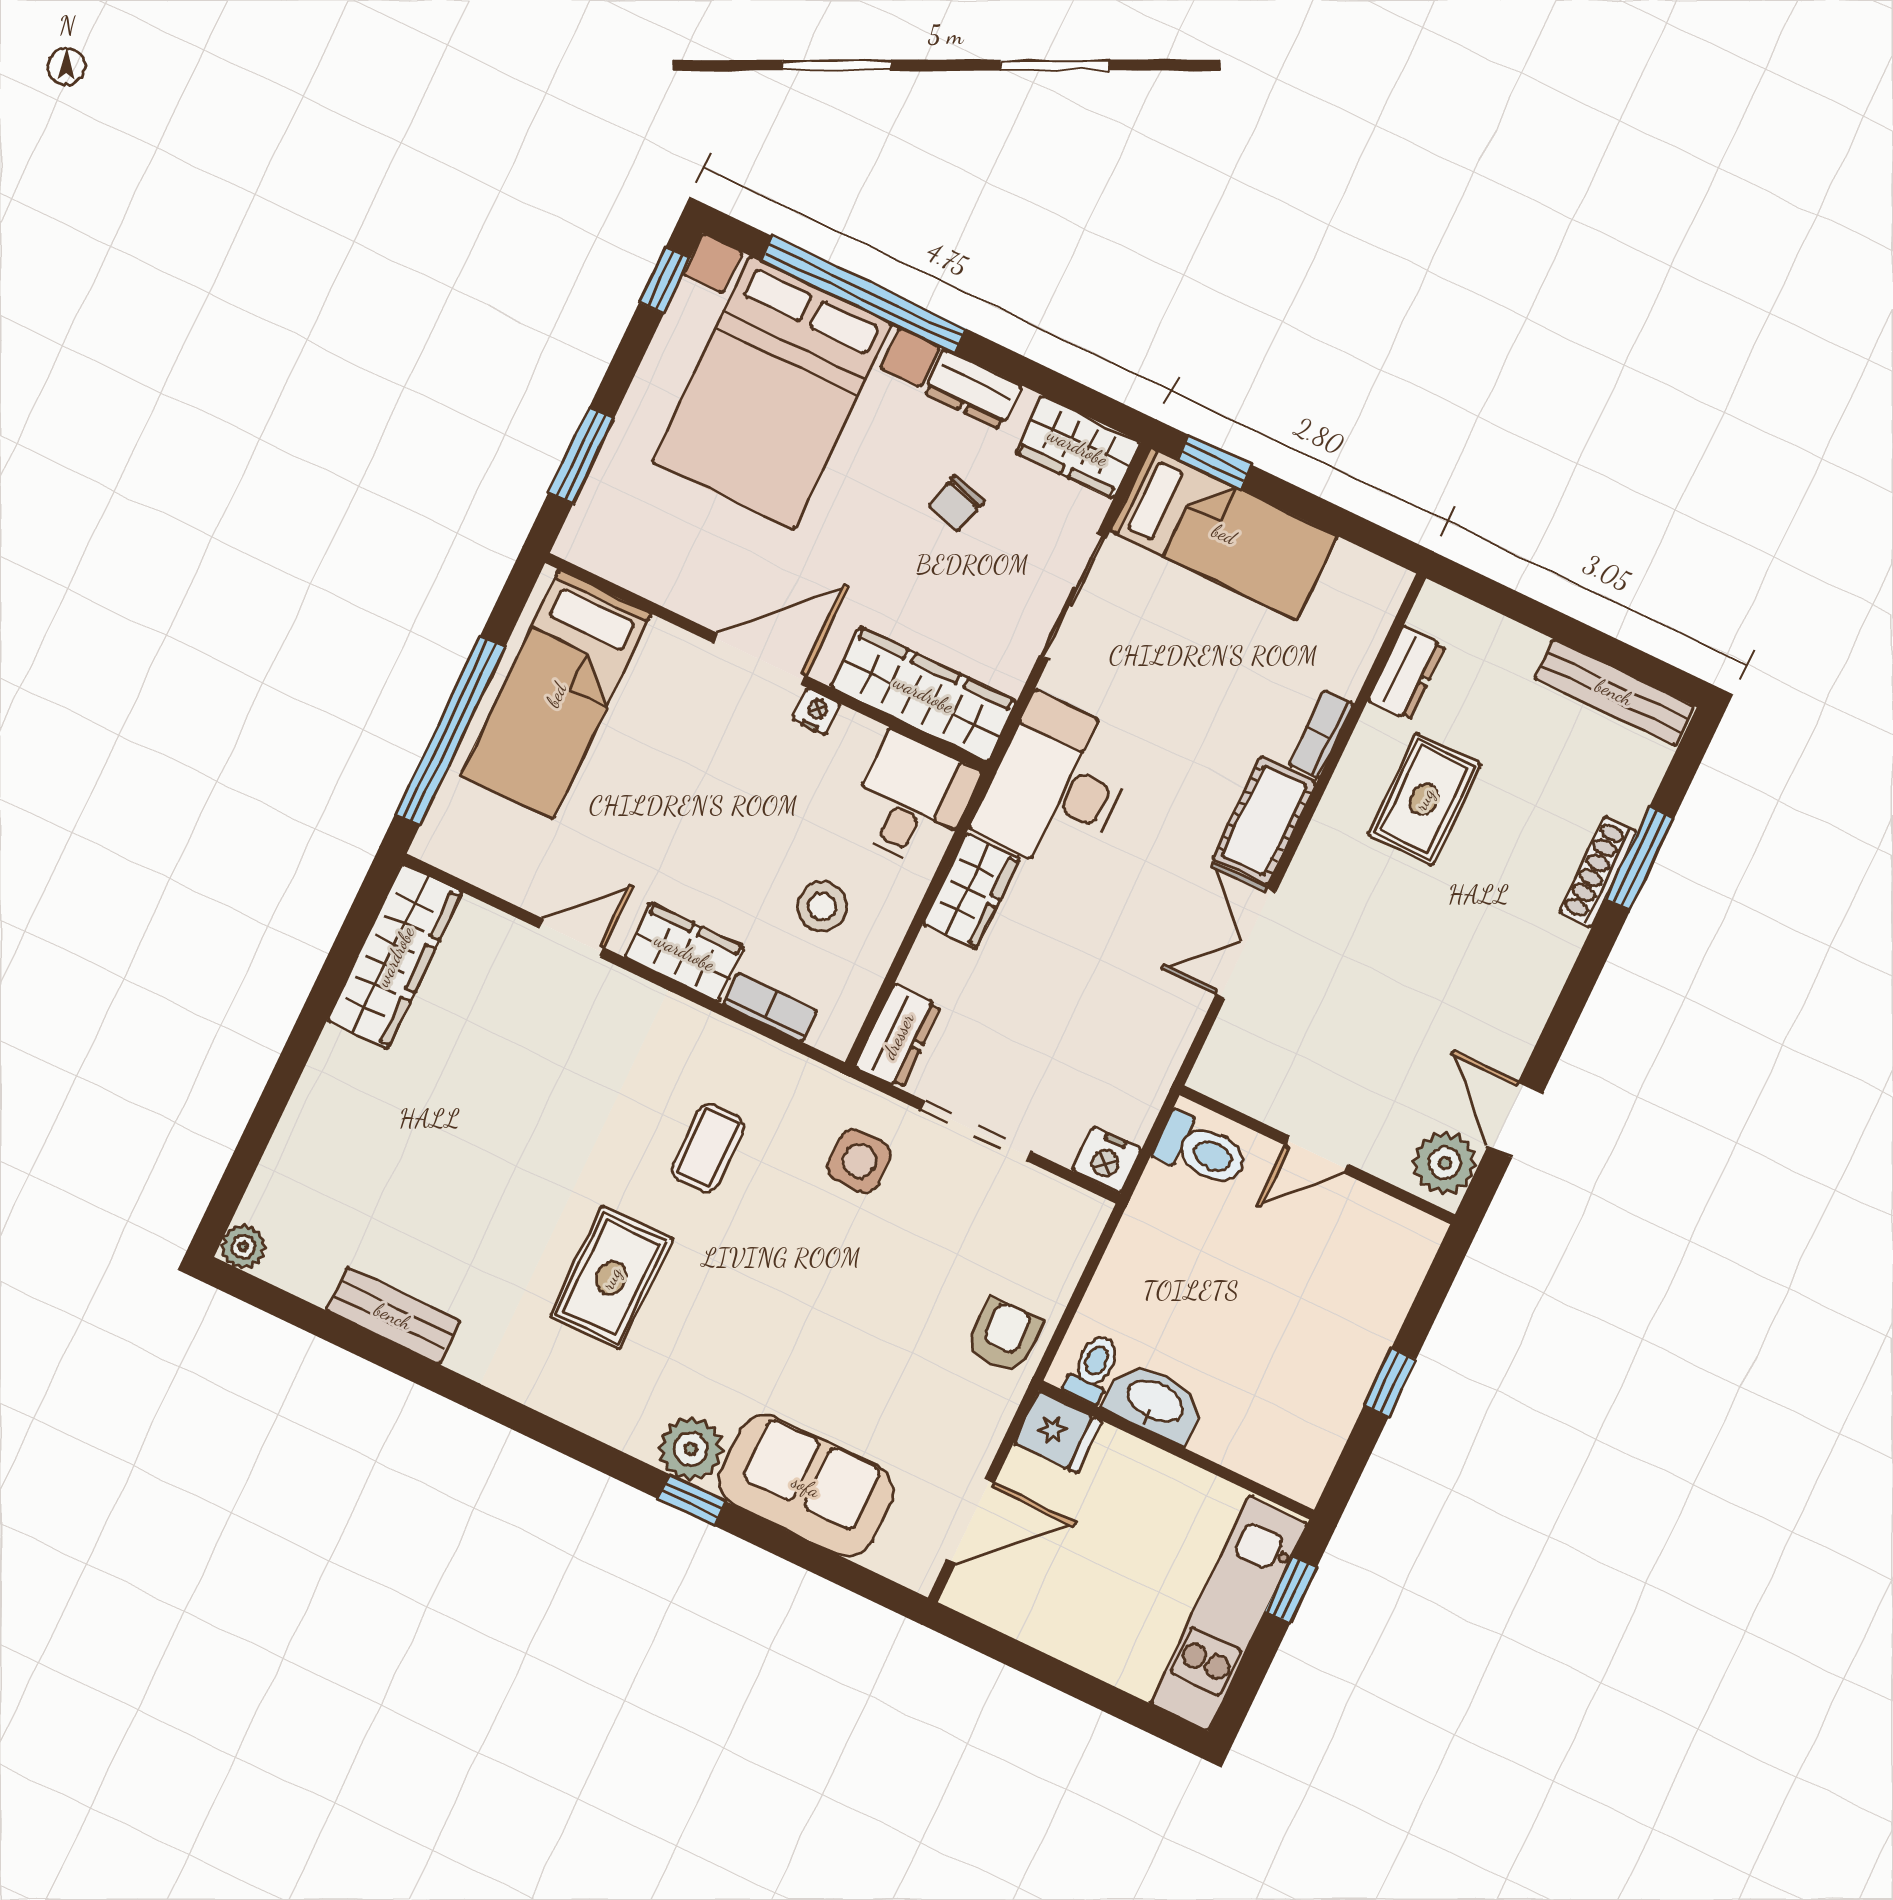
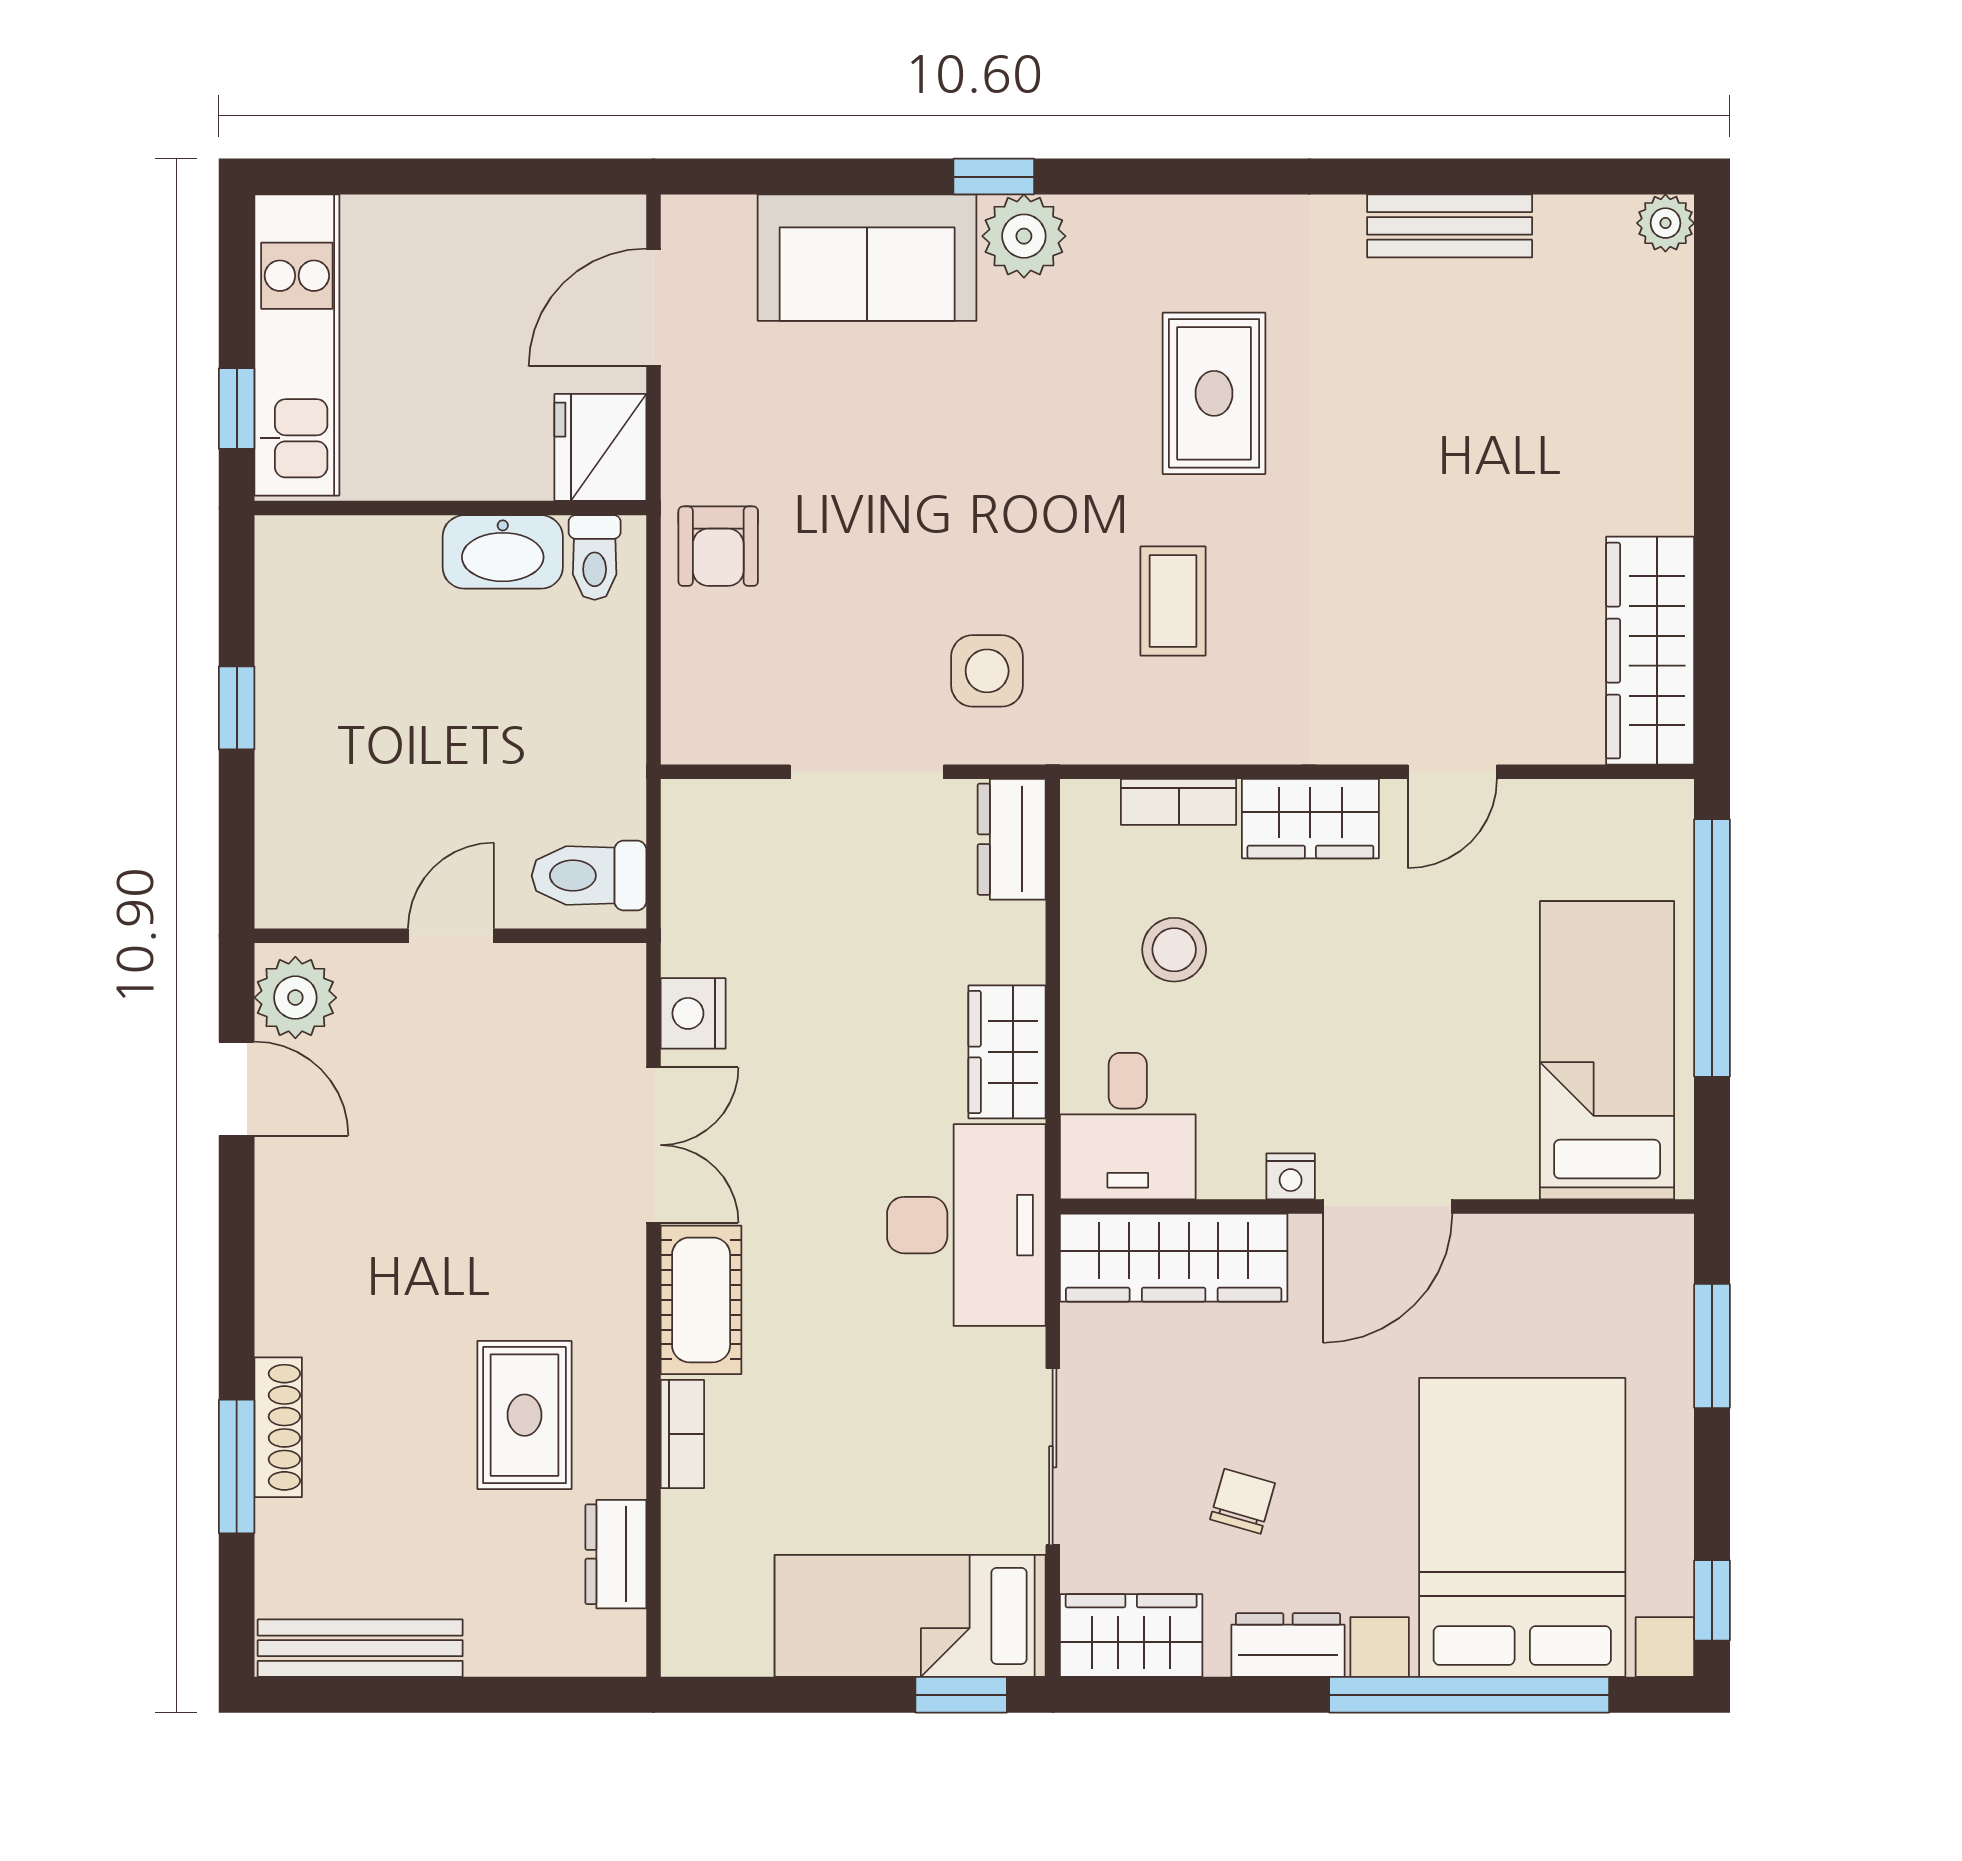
nightstand: (1107, 1160) -> (693, 1013), moved, turned -90
fridge: (1058, 1432) -> (600, 447), width x1.38

